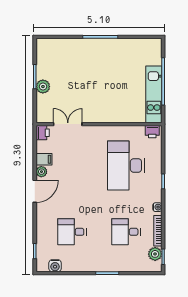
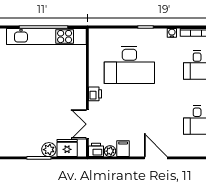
kitchen unit: (154, 94) -> (46, 37), width x1.36
fridge: (45, 104) -> (67, 148), added
printer: (152, 132) -> (95, 94), moved
plant: (41, 172) -> (110, 151), moved

